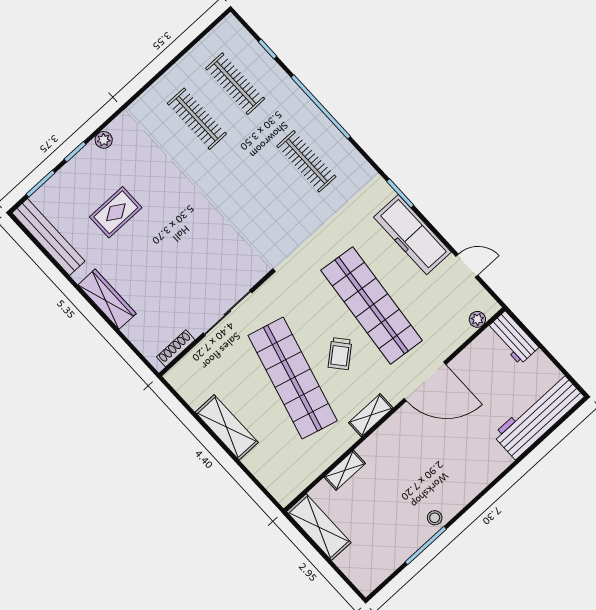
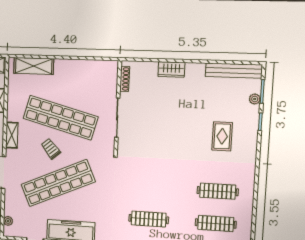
plant: (104, 140) -> (255, 99), moved
rug: (116, 212) -> (222, 136), moved
wardrobe: (107, 299) -> (171, 69), width x0.67
shop shelf: (372, 305) -> (58, 183), turned -30
shelving: (227, 427) -> (34, 66), moved

